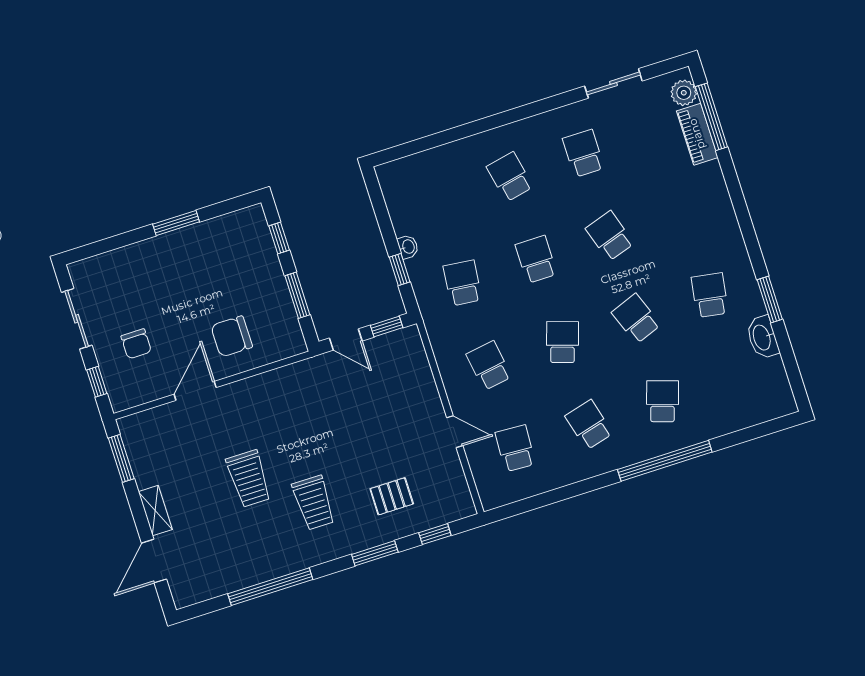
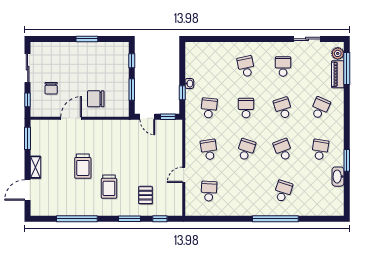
school desk: (589, 425) -> (320, 108), moved, turned 39
door: (455, 432) -> (184, 175), swing flipped
pallet: (392, 496) -> (146, 195), turned 90

